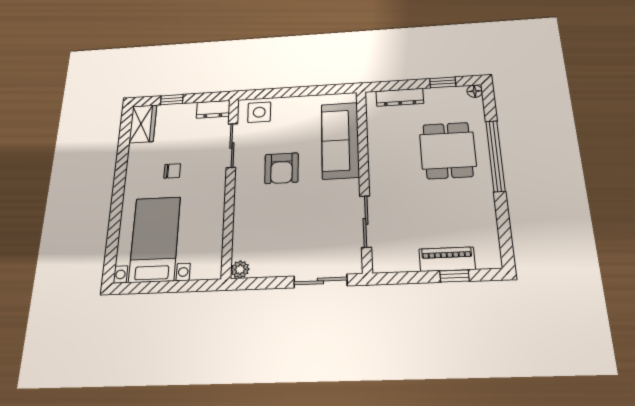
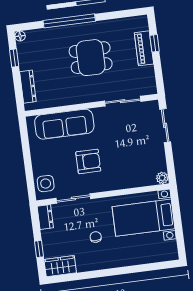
dining table: (448, 150) -> (91, 58), moved
bed with nightstands: (155, 239) -> (144, 218), moved

